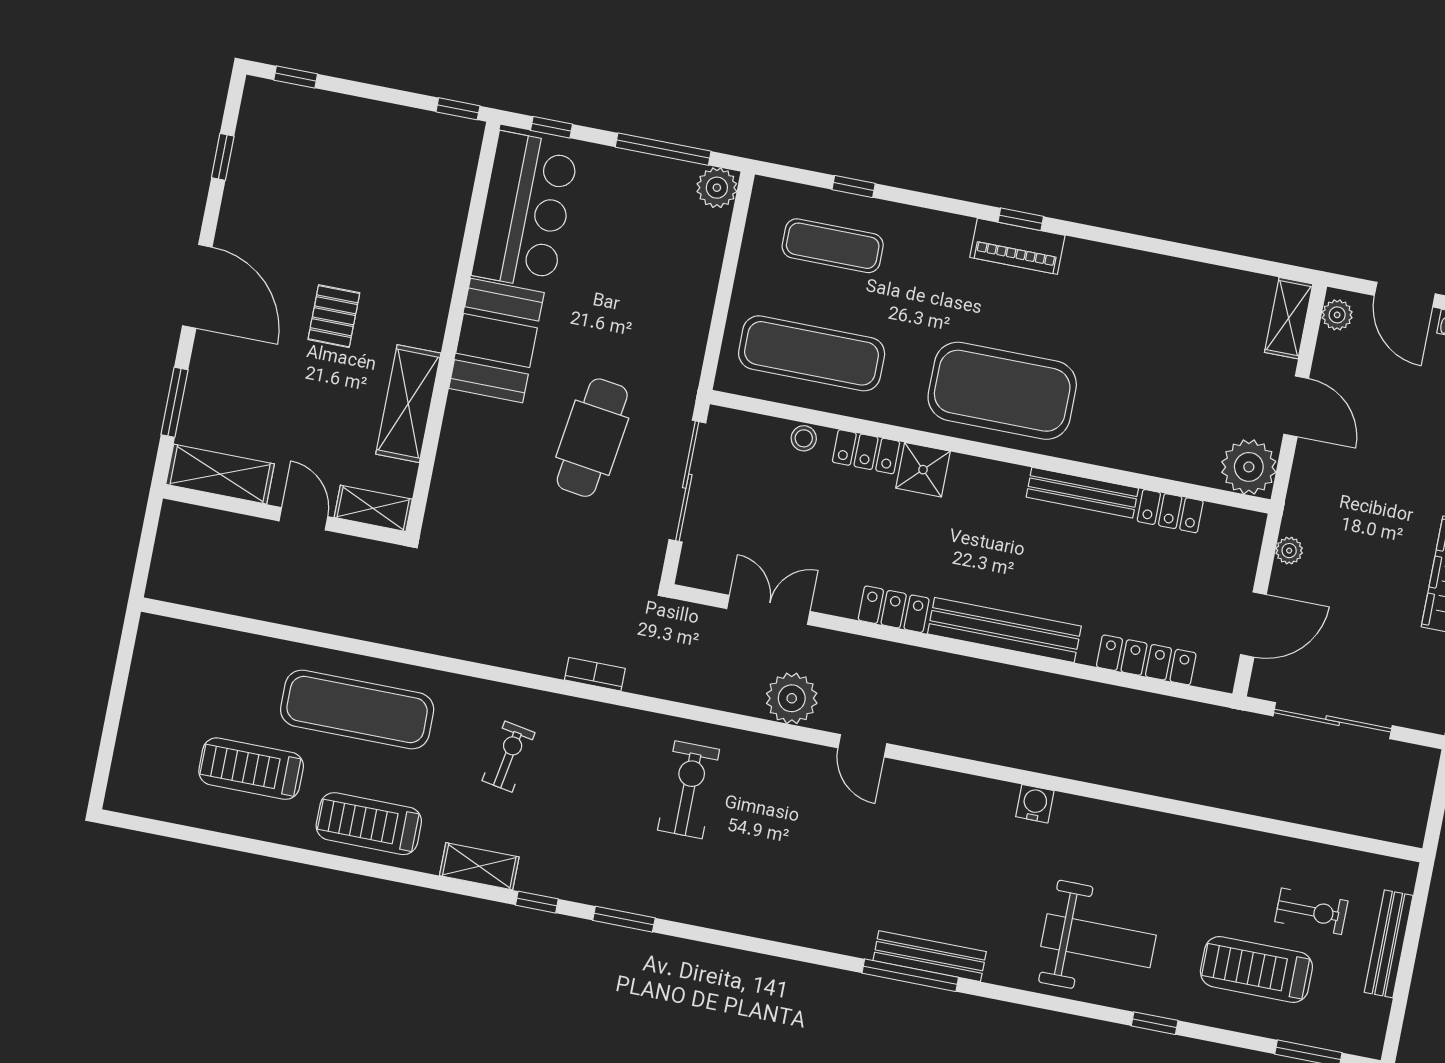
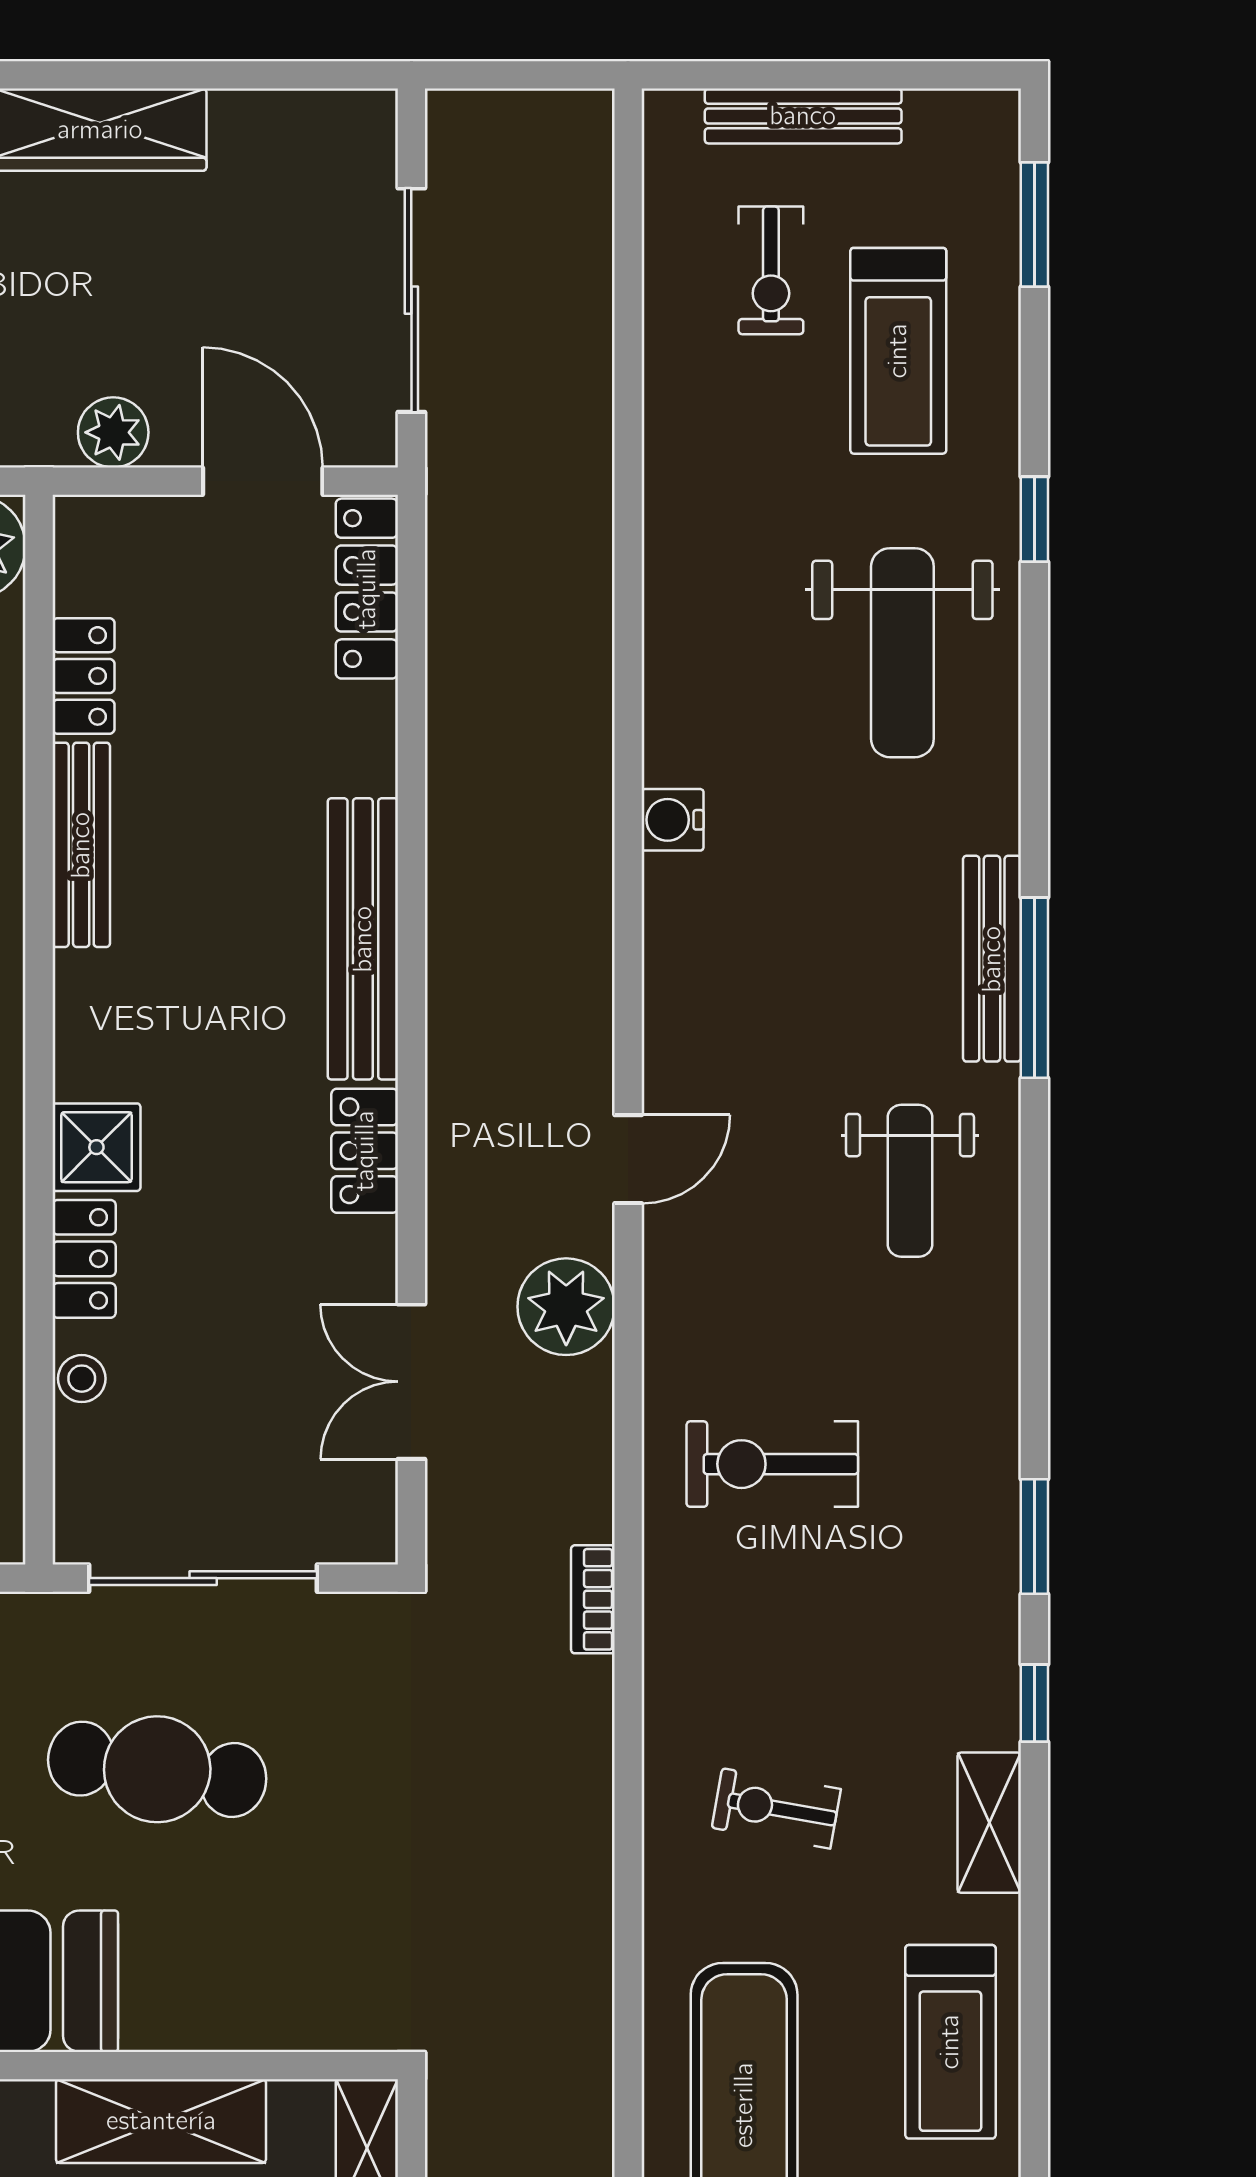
plant: (1289, 551) -> (113, 432), width x1.38, depth x1.38
locker: (1146, 660) -> (367, 589), moved
bookcase: (595, 674) -> (593, 1599), moved
weight bench: (822, 891) -> (910, 1181), added
exercise bike: (1311, 911) -> (771, 270), turned 180
weight bench: (1098, 941) -> (902, 653), turned 180

